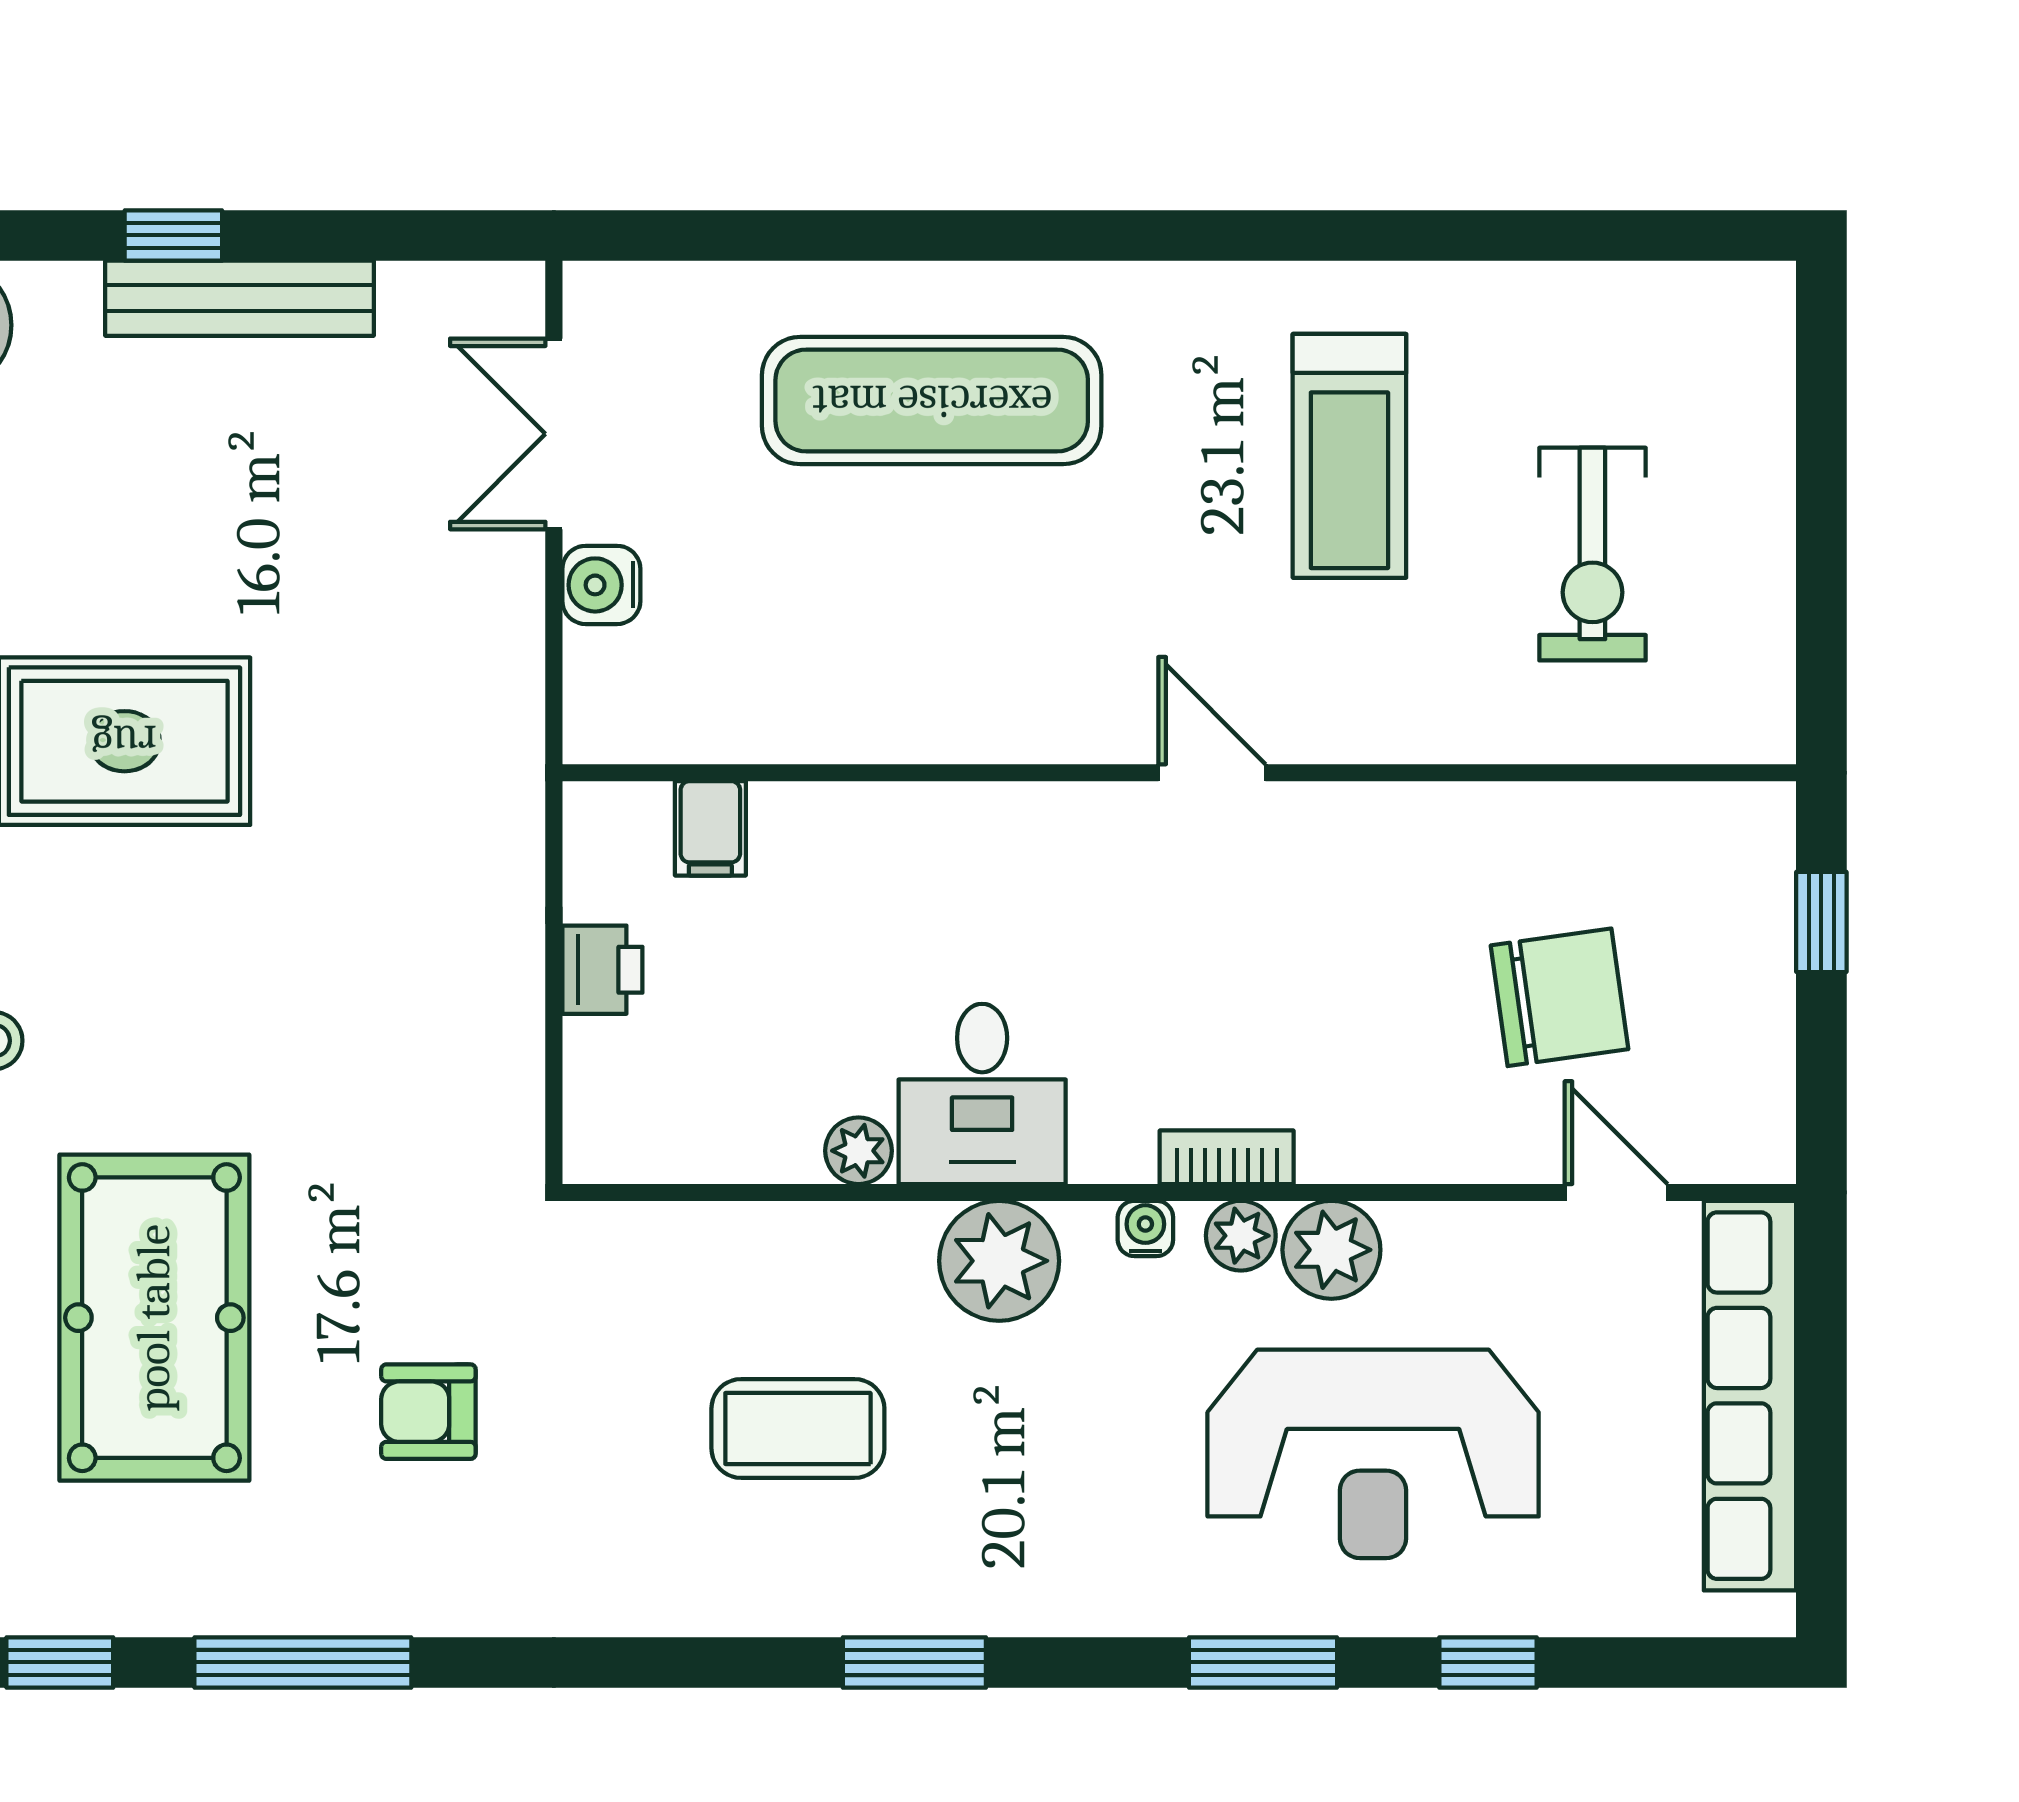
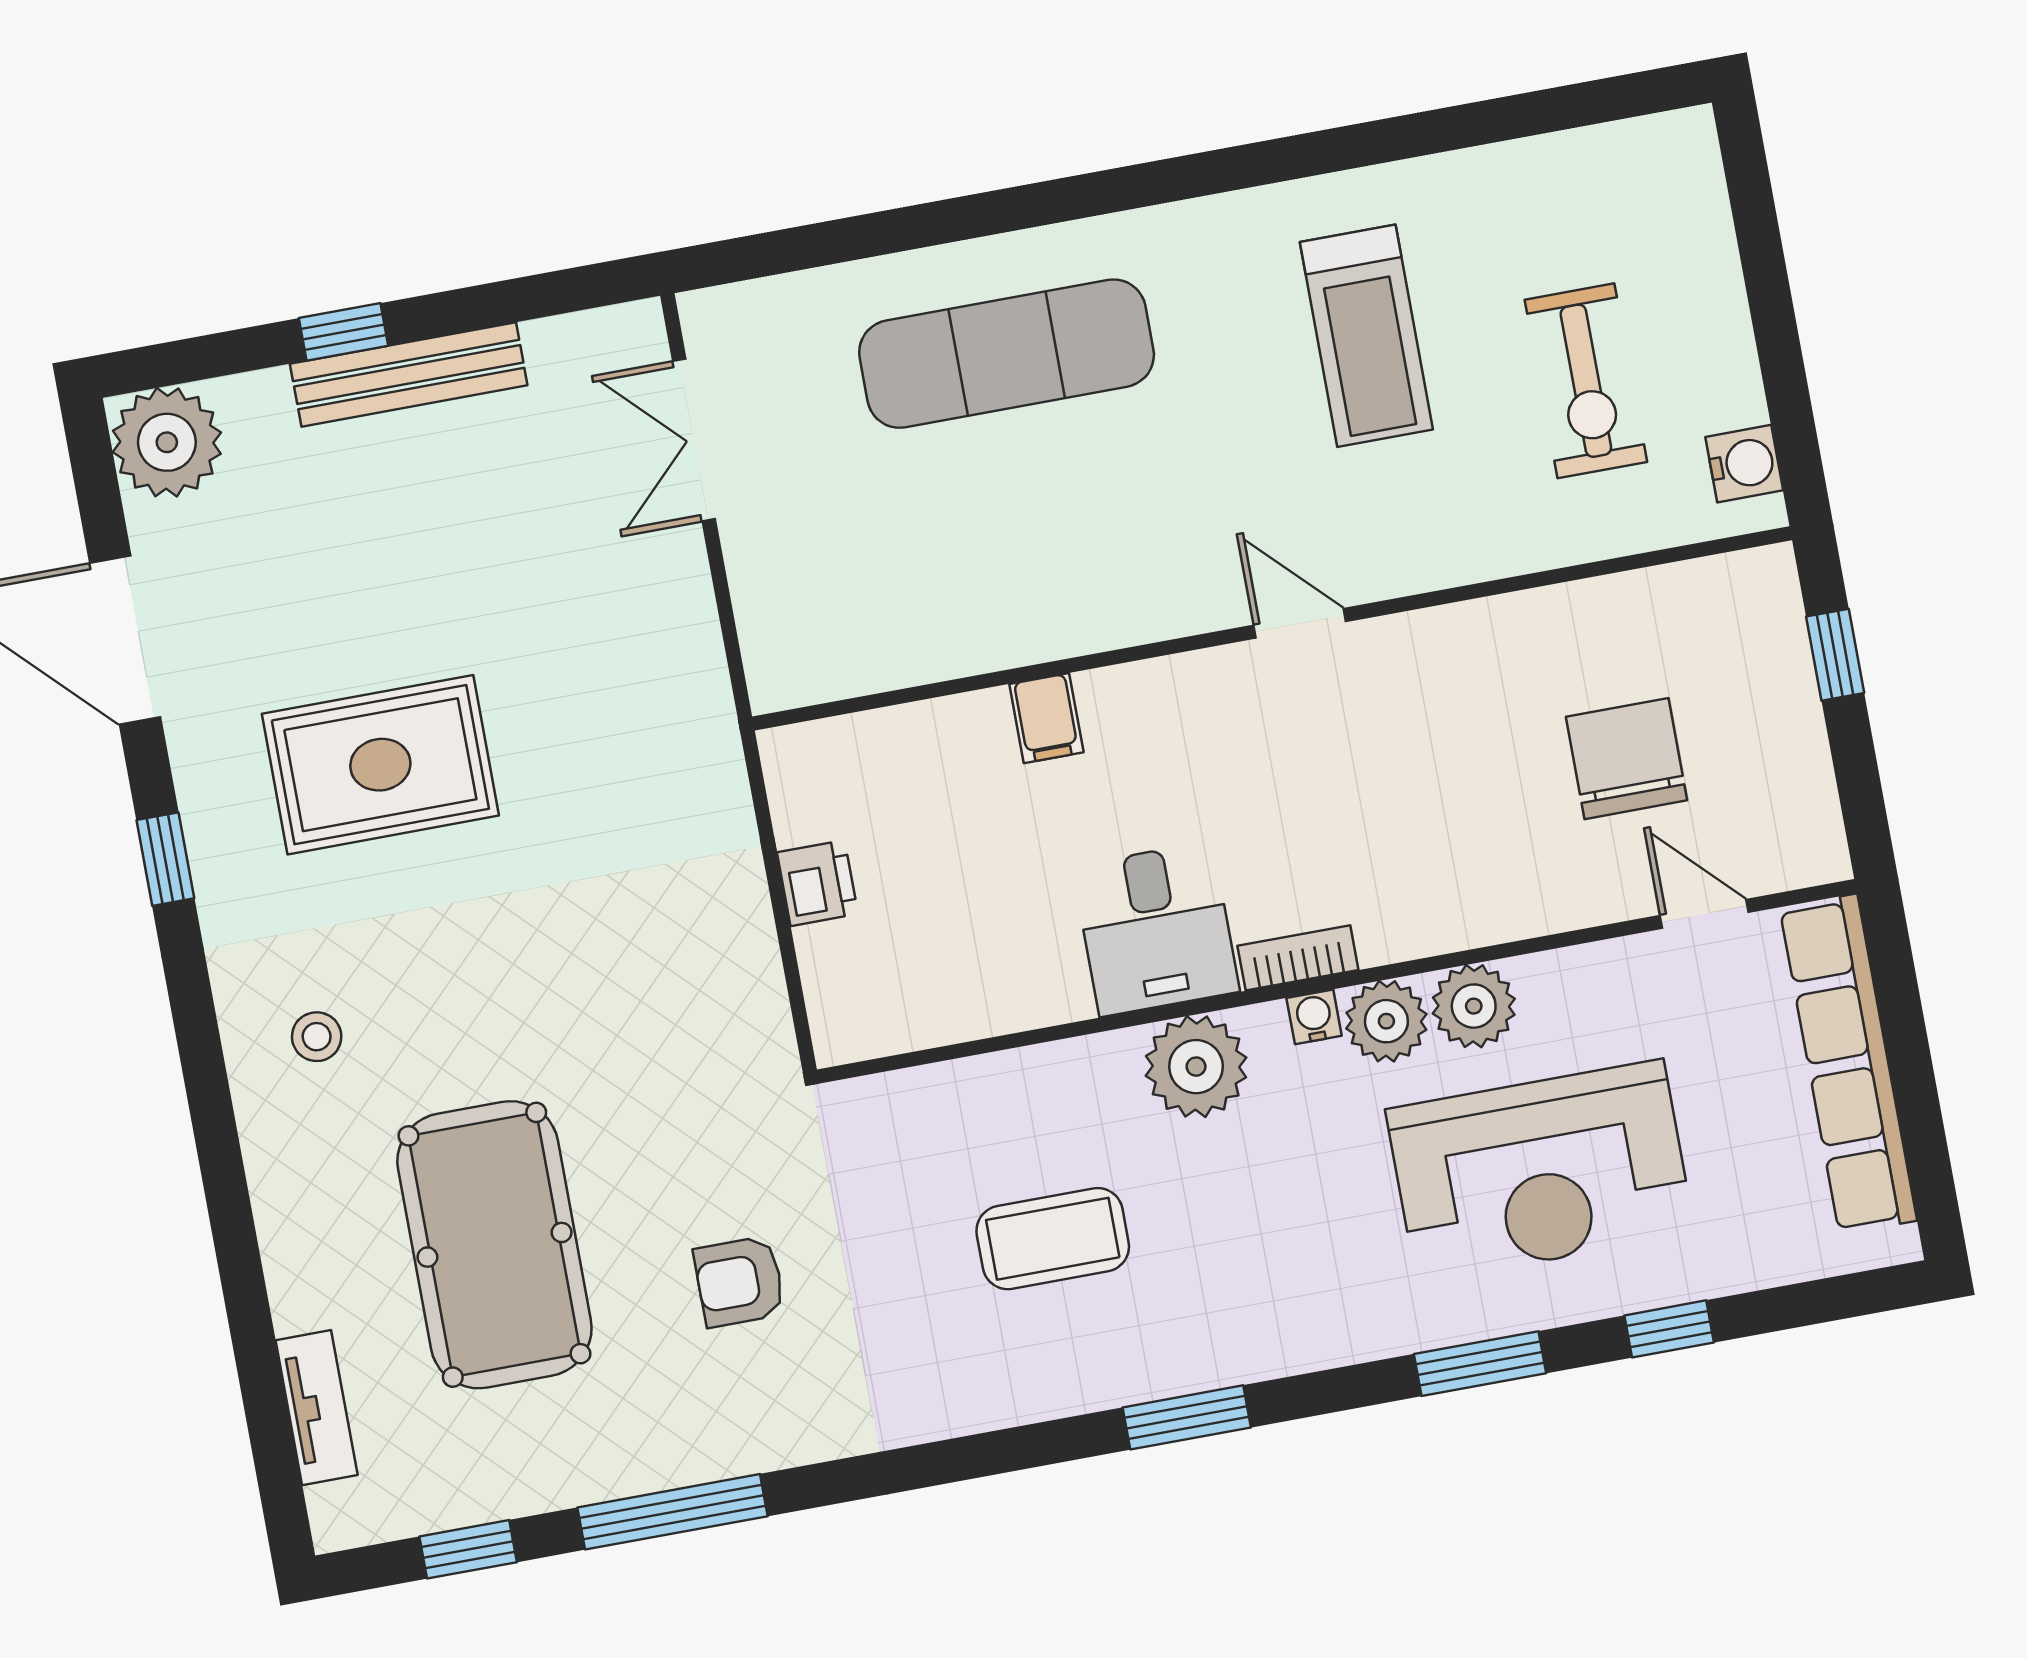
water cooler: (601, 585) -> (1744, 464), moved, turned 180
filing cabinet: (710, 828) -> (1046, 718), moved
chair: (1560, 997) -> (1627, 759), turned -82
plant: (859, 1151) -> (1061, 996), removed
bookcase: (1227, 1157) -> (1298, 958), moved
plant: (1241, 1236) -> (1386, 1021), width x1.38, depth x1.38

